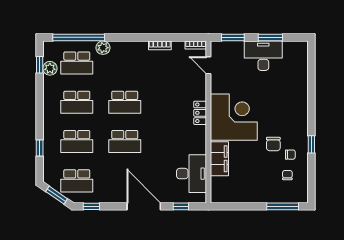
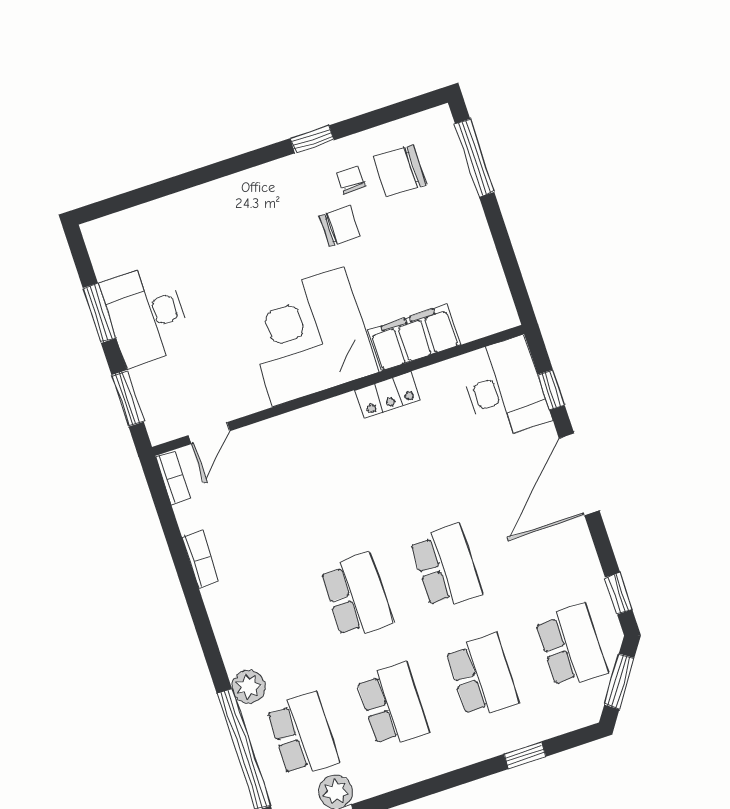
locker: (200, 113) -> (388, 395), moved
desk: (192, 174) -> (505, 388), moved, turned 90
chair: (287, 175) -> (400, 171), width x1.87, depth x1.87

